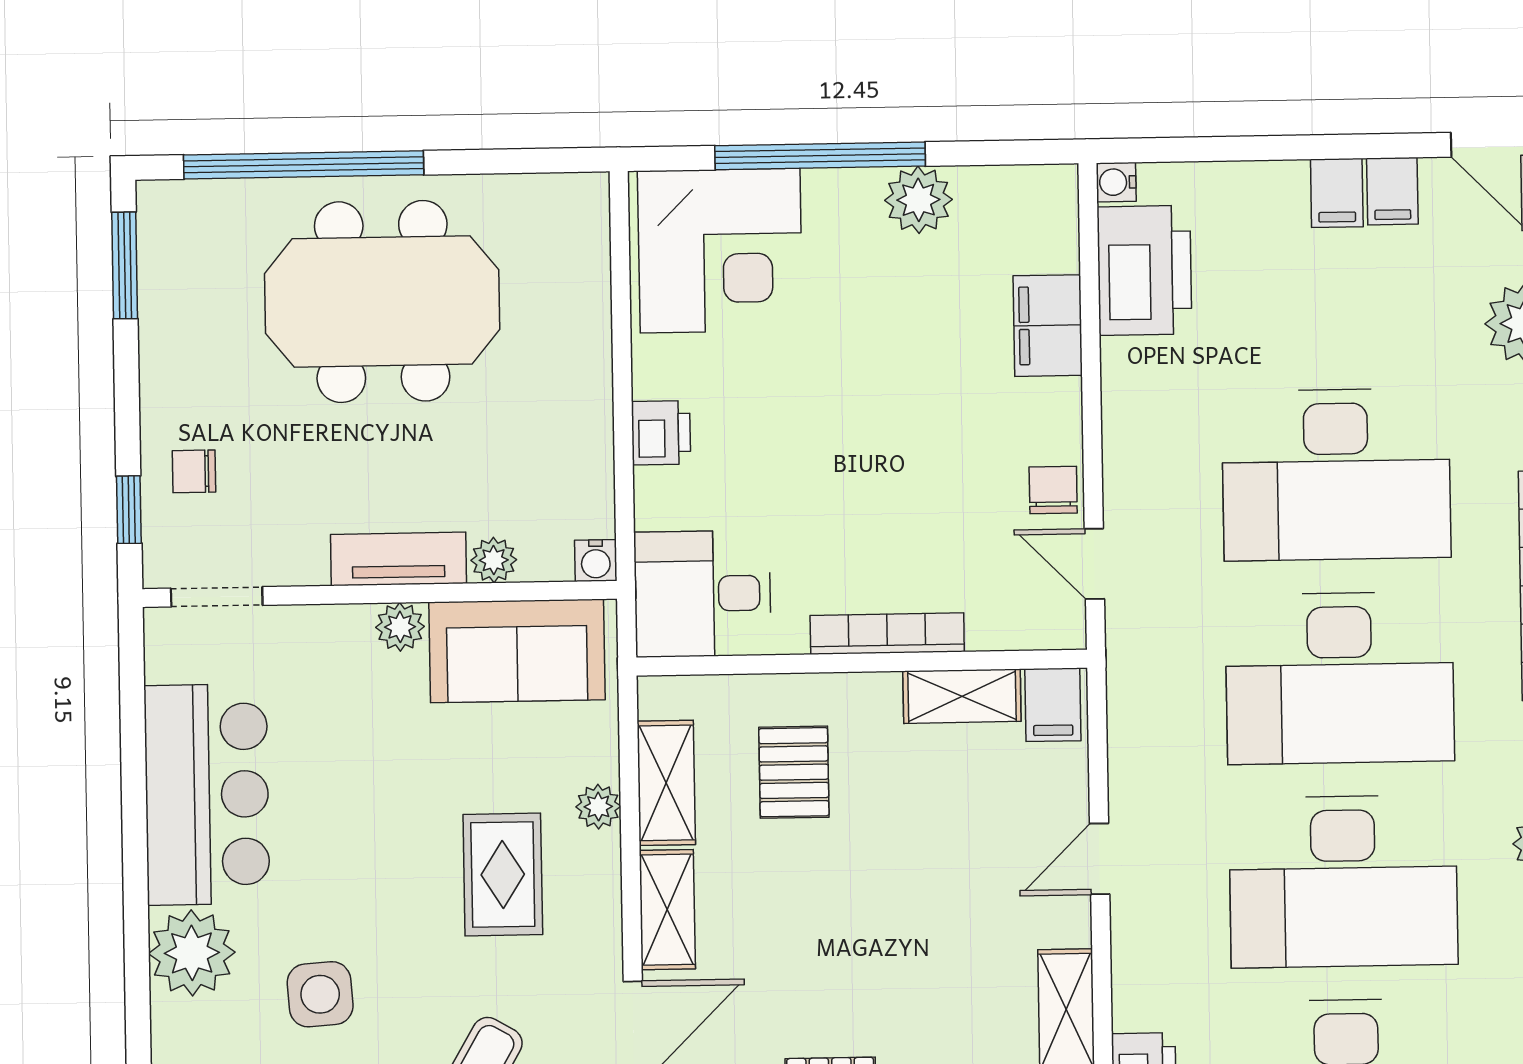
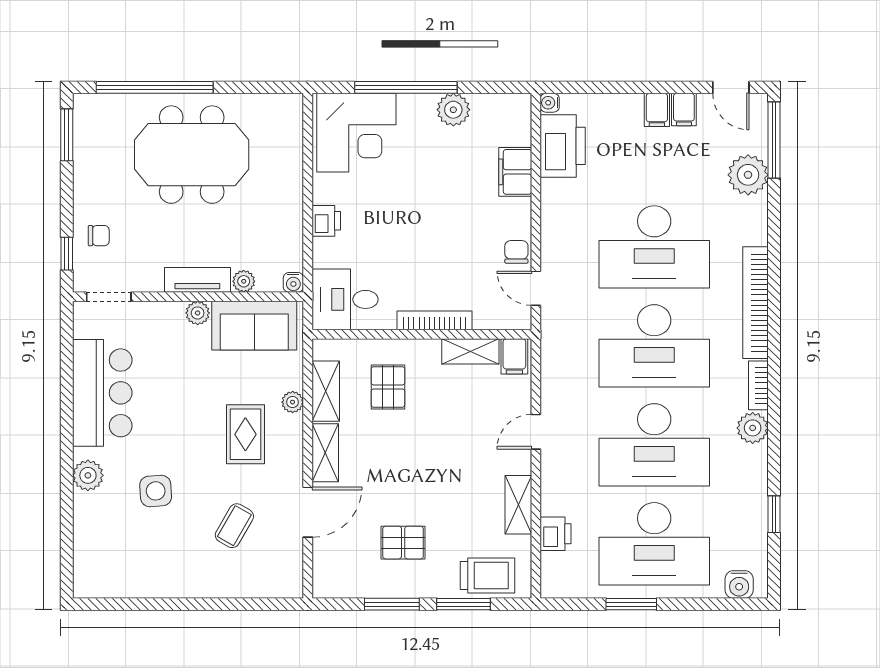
chair: (194, 471) -> (99, 236), turned 180
plant: (192, 953) -> (88, 475), width x0.73, depth x0.73

